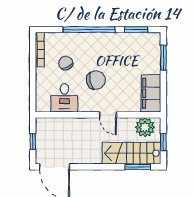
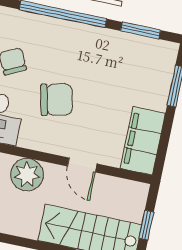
door: (108, 115) -> (82, 165), moved
plant: (145, 127) -> (27, 175), moved

